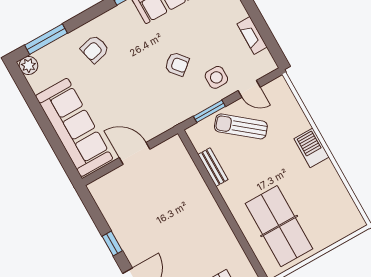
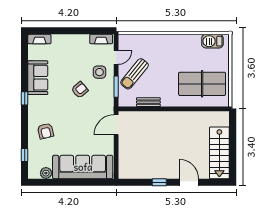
fireplace: (252, 35) -> (101, 39), moved
window: (46, 39) -> (25, 155), width x0.46
plant: (28, 65) -> (46, 173), moved
barbecue: (311, 148) -> (212, 41), moved
door: (135, 153) -> (116, 125), moved

